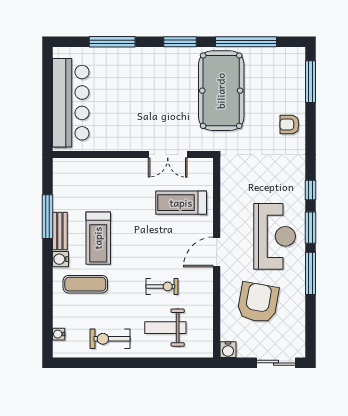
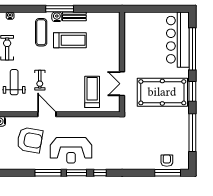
window: (112, 42) -> (192, 49), width x1.46
pool table: (221, 91) -> (162, 92), moved
bar counter: (71, 103) -> (178, 40), moved, turned 90
armchair: (289, 125) -> (167, 161), moved
window: (48, 217) -> (60, 9), moved
treadmill: (98, 238) -> (70, 40), turned 180
door: (217, 252) -> (47, 114), moved

